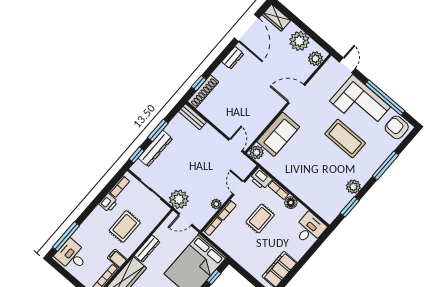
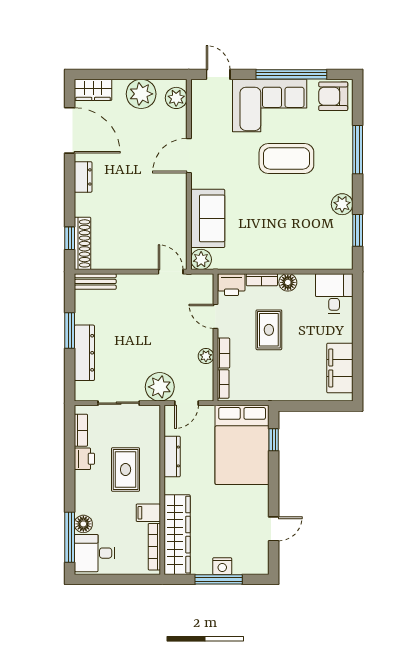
window: (137, 155) -> (70, 378), removed
floor lamp: (79, 236) -> (83, 524), added
dresser: (147, 249) -> (172, 456), moved

